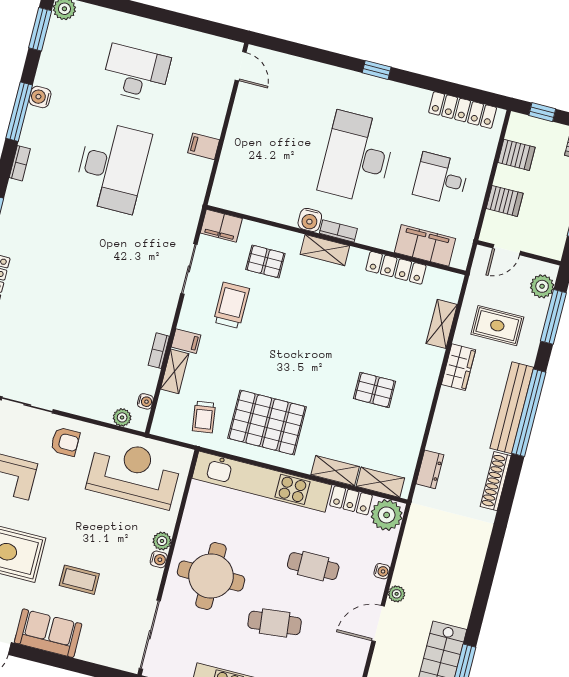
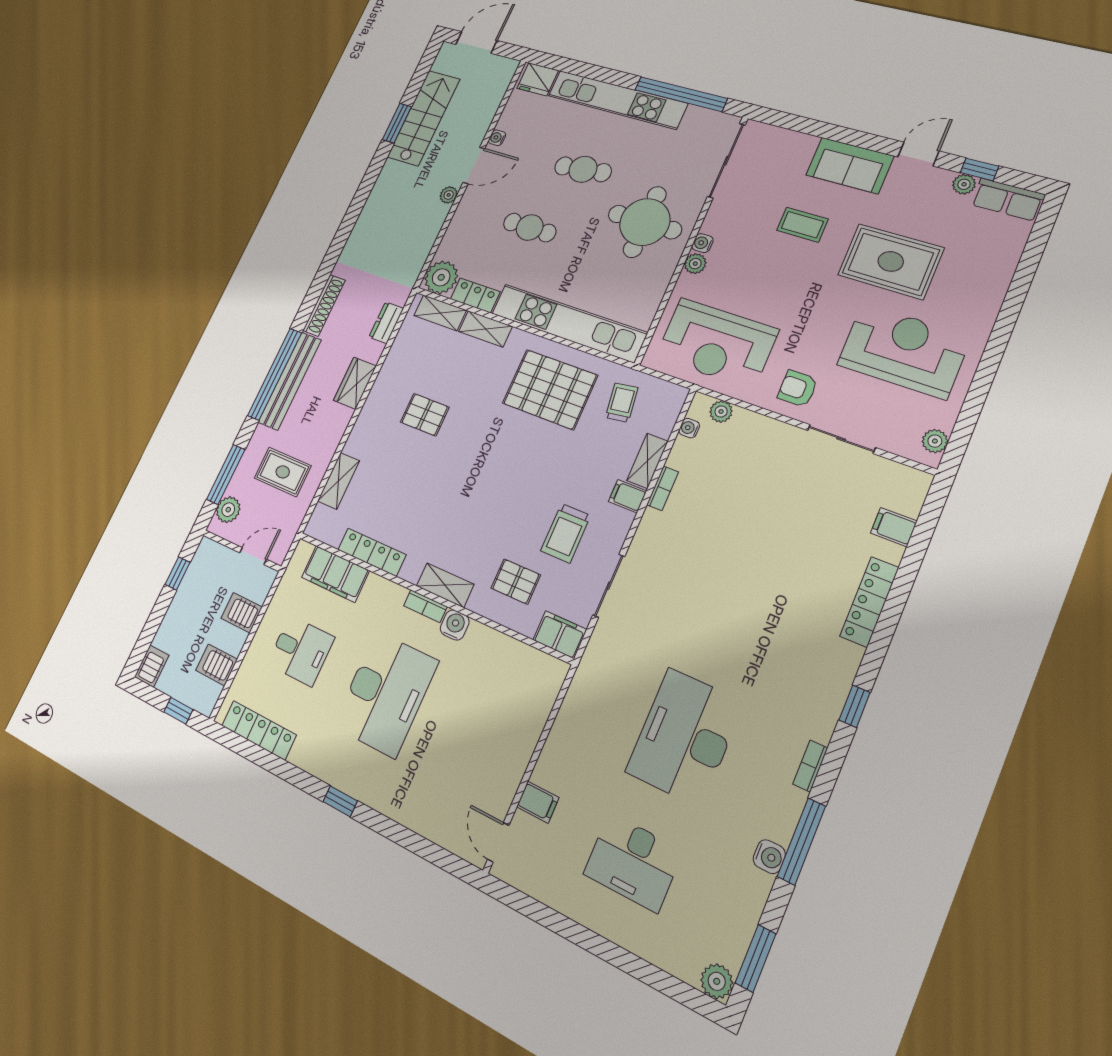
filing cabinet: (204, 146) -> (538, 802), moved
wardrobe: (458, 367) -> (355, 383), moved
water cooler: (382, 571) -> (497, 138), moved

